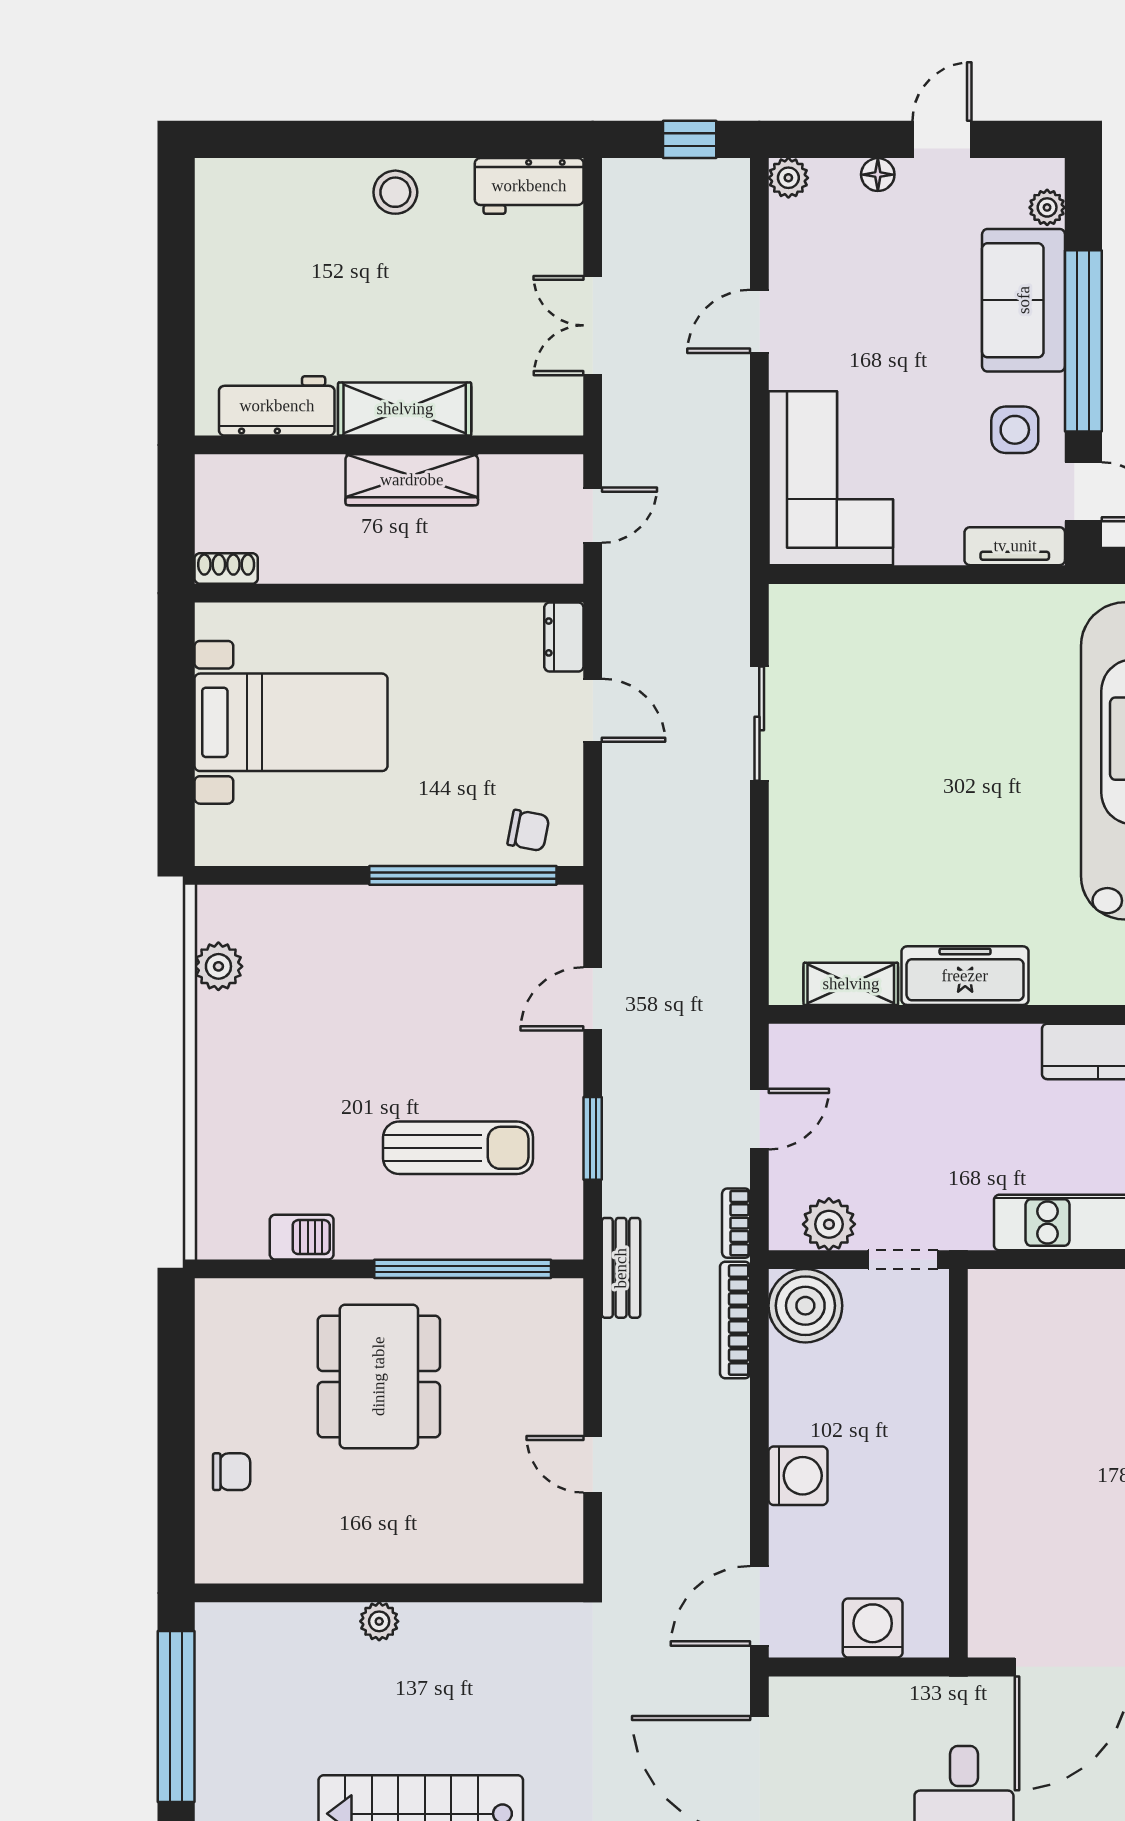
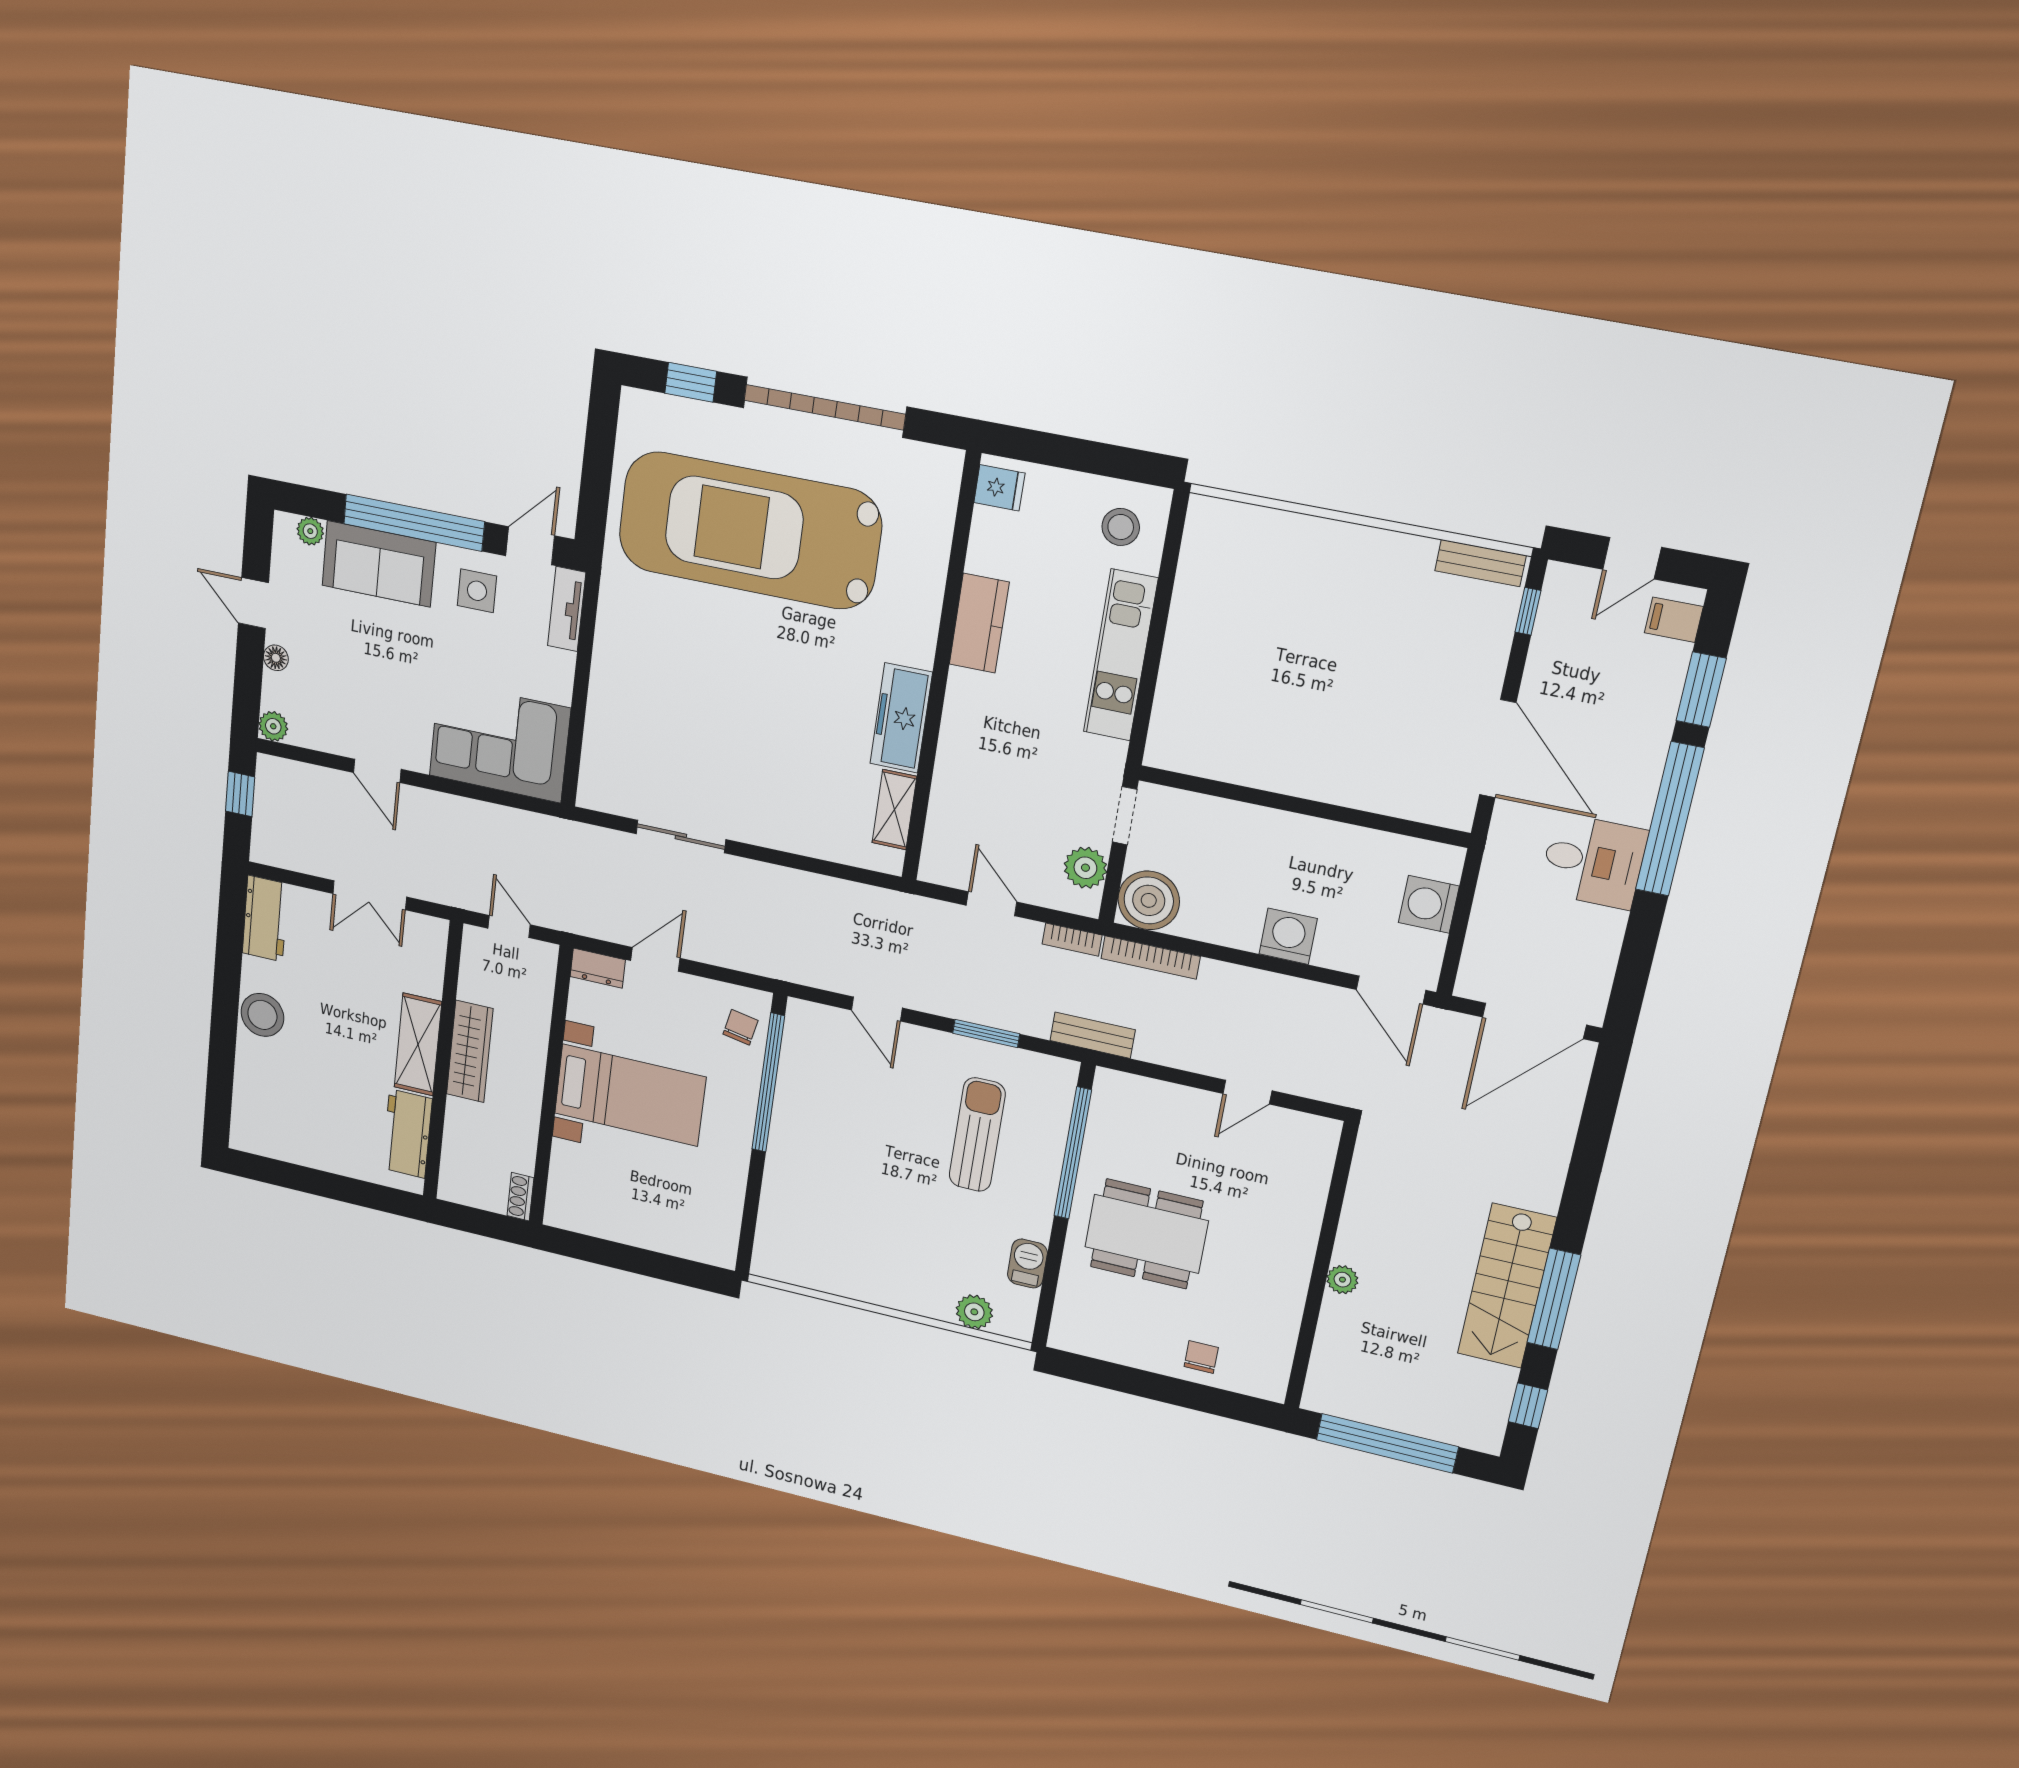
stool: (395, 192) -> (262, 1015), width x1.38, depth x1.38
bed with nightstands: (291, 722) -> (630, 1095), moved, turned 90
plant: (218, 966) -> (974, 1312), moved

